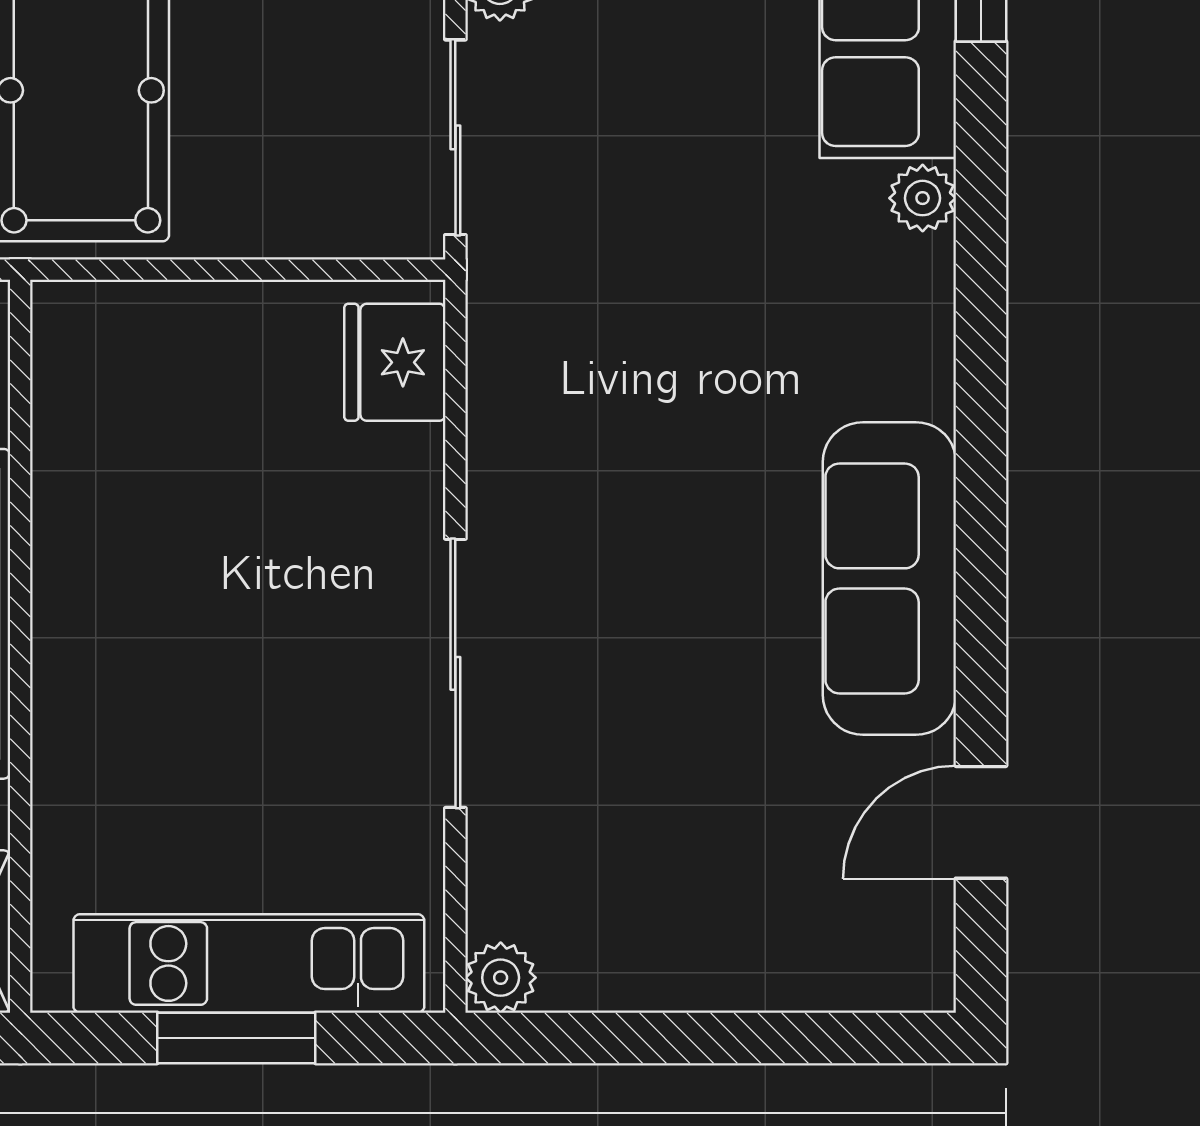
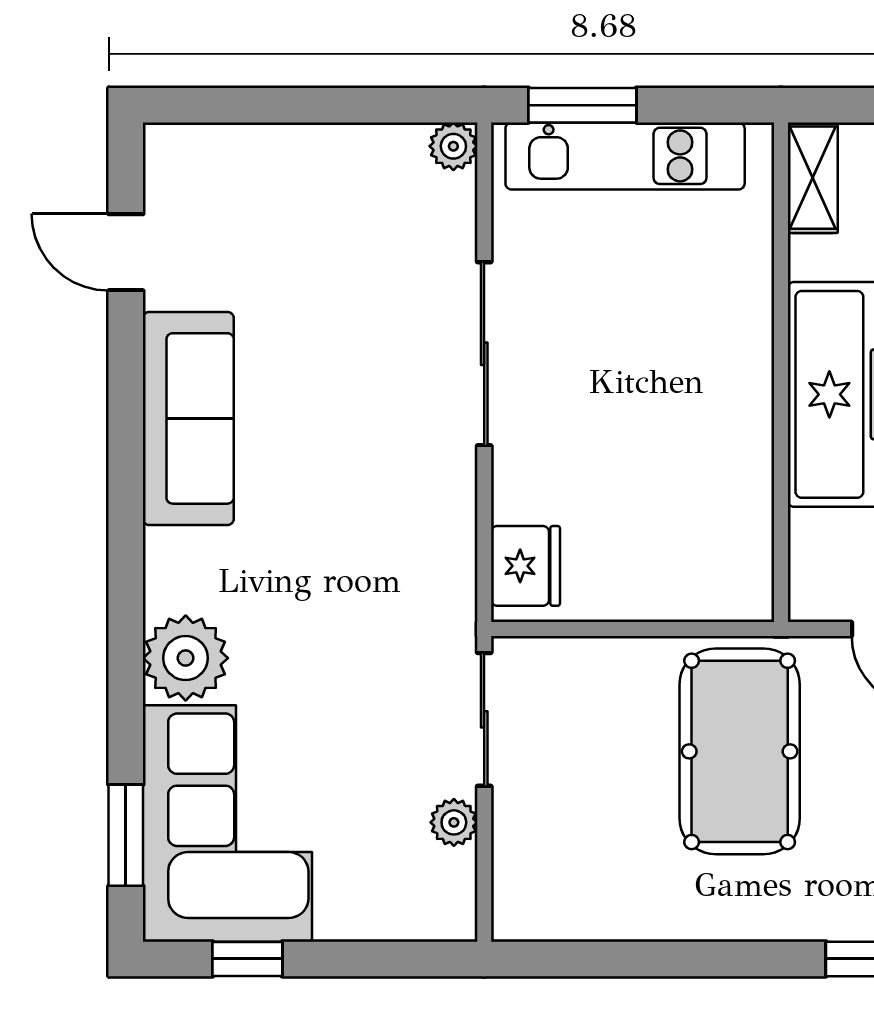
plant: (923, 198) -> (186, 658), width x1.87, depth x1.87
door: (981, 822) -> (126, 252), swing flipped
window: (236, 1038) -> (582, 105), moved

